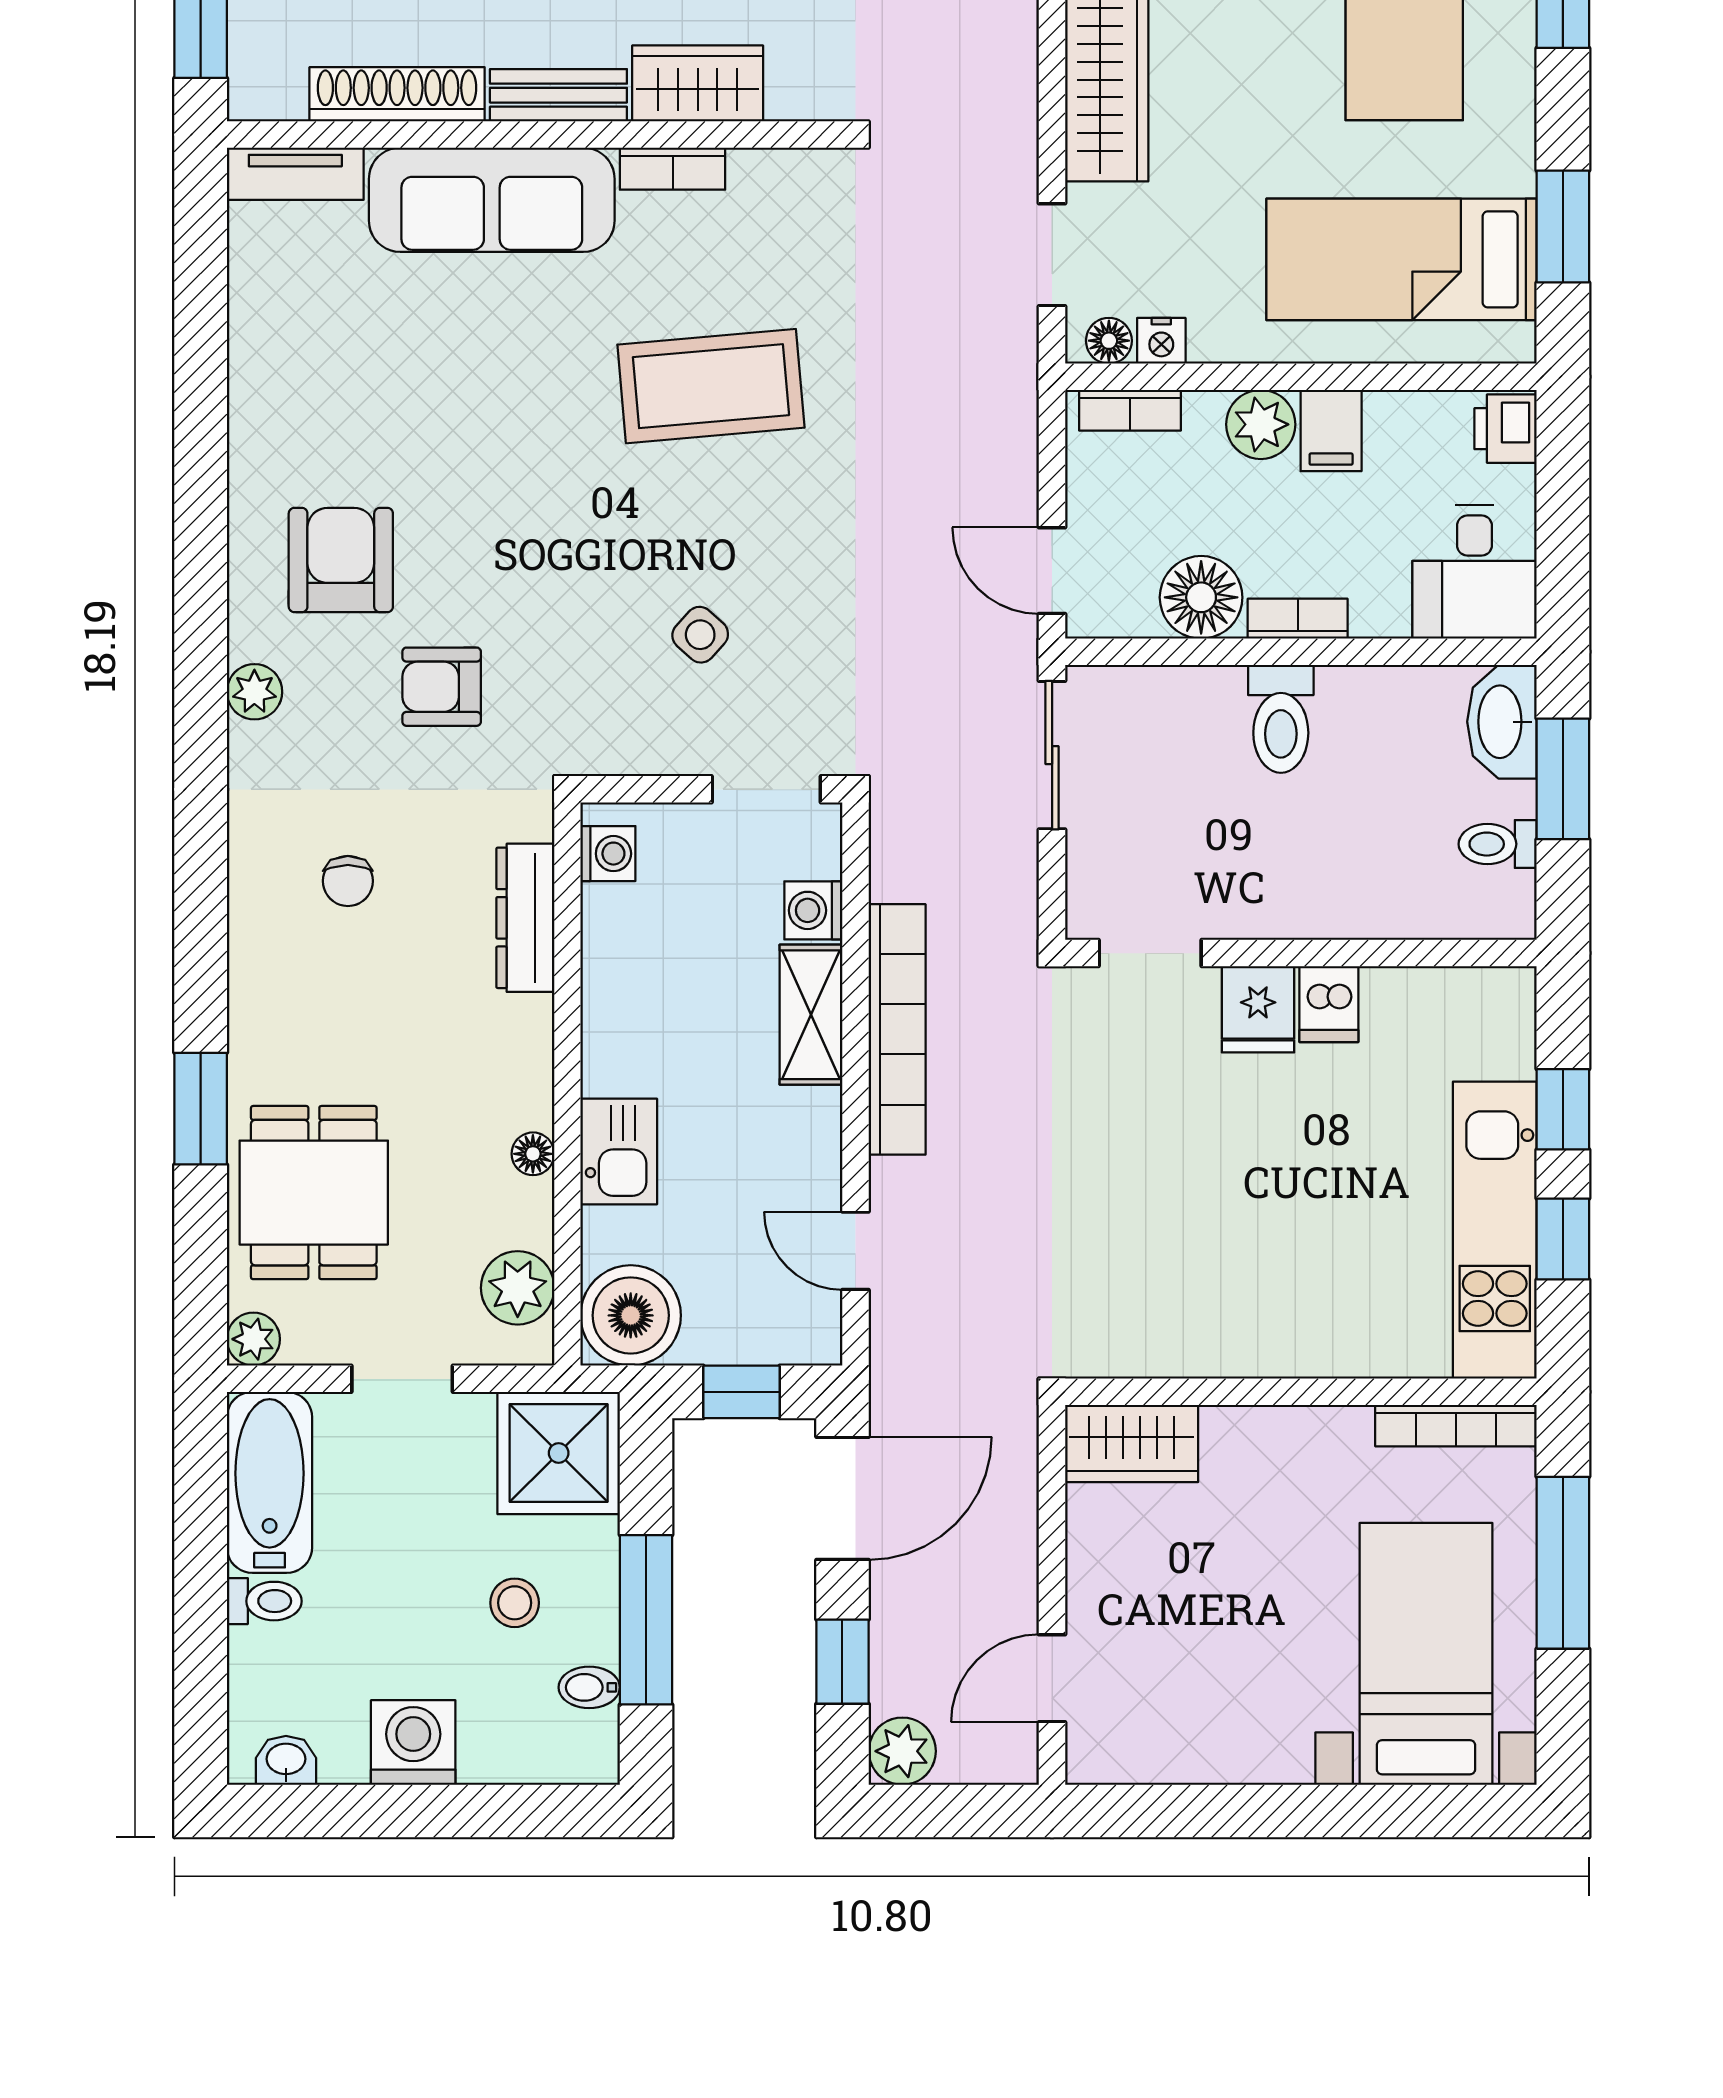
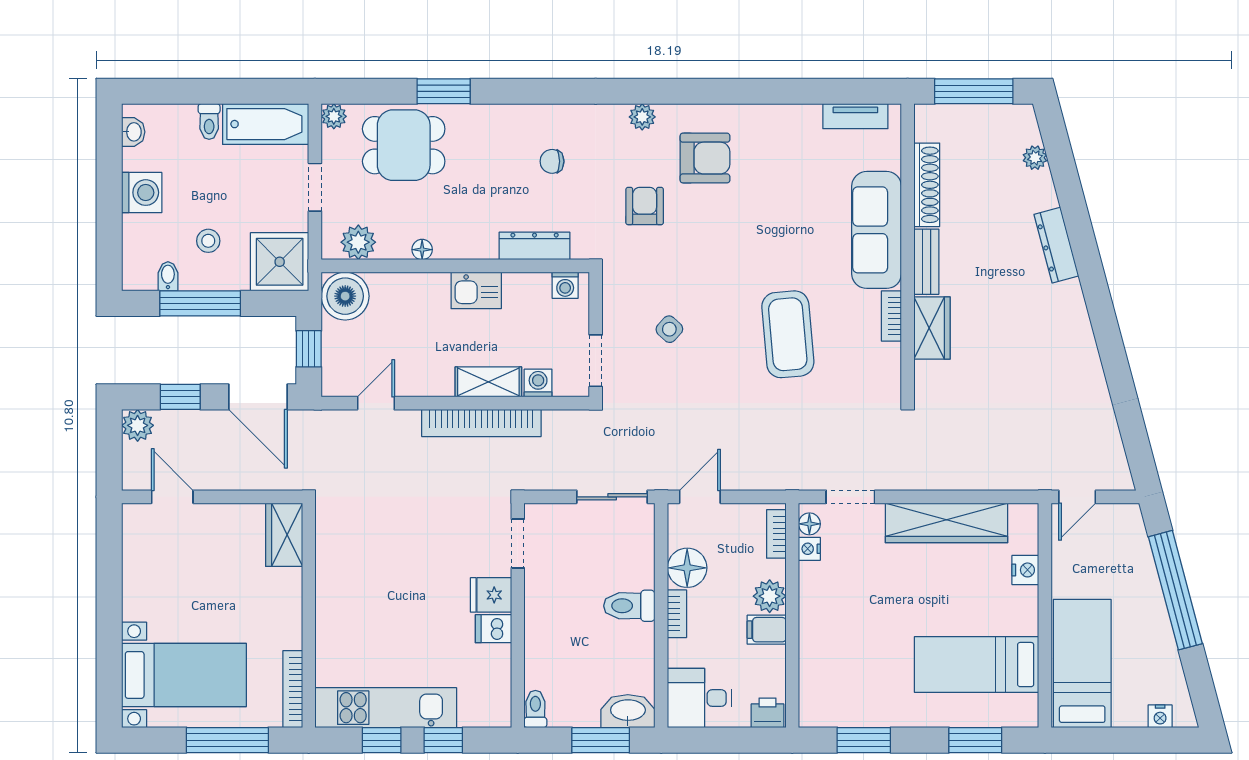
tv unit: (295, 174) -> (855, 116), moved, turned -90
bed: (1402, 259) -> (848, 663), removed
toilet: (1498, 844) -> (535, 709), moved
kitchen sink: (619, 1152) -> (476, 290), moved

